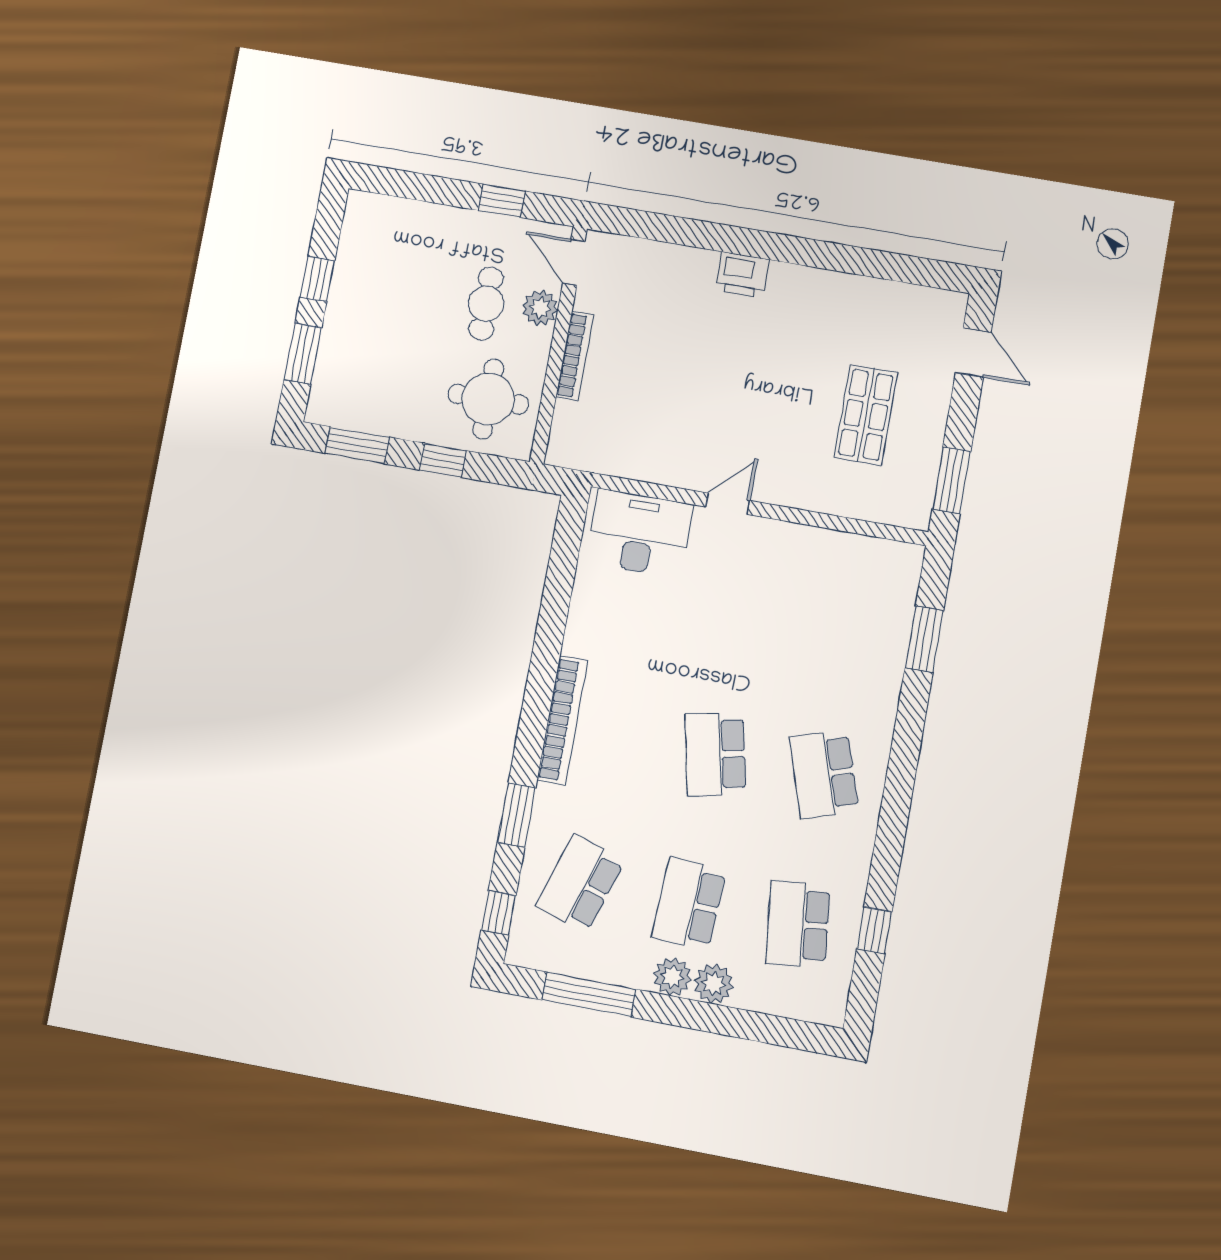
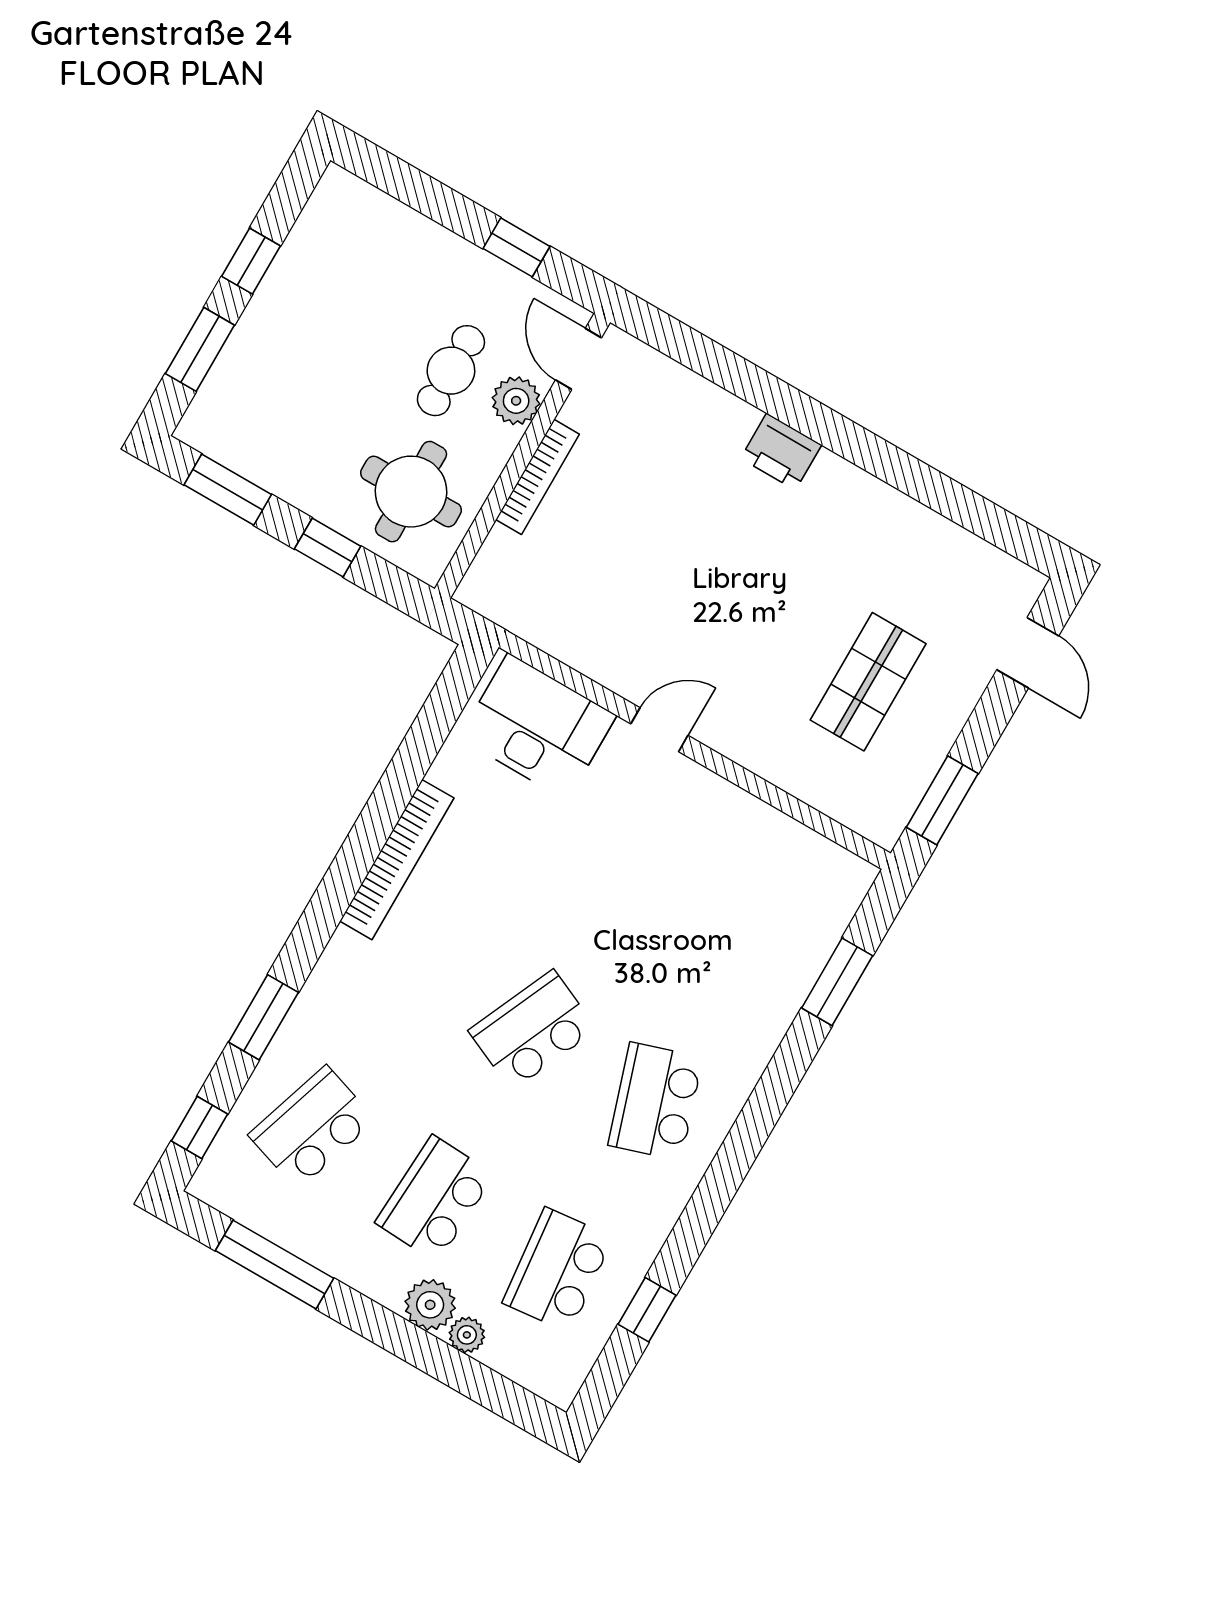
bookcase: (562, 720) -> (397, 860), moved
school desk: (715, 754) -> (533, 1030), turned 36
plant: (672, 977) -> (467, 1335), moved, width x0.73, depth x0.73

